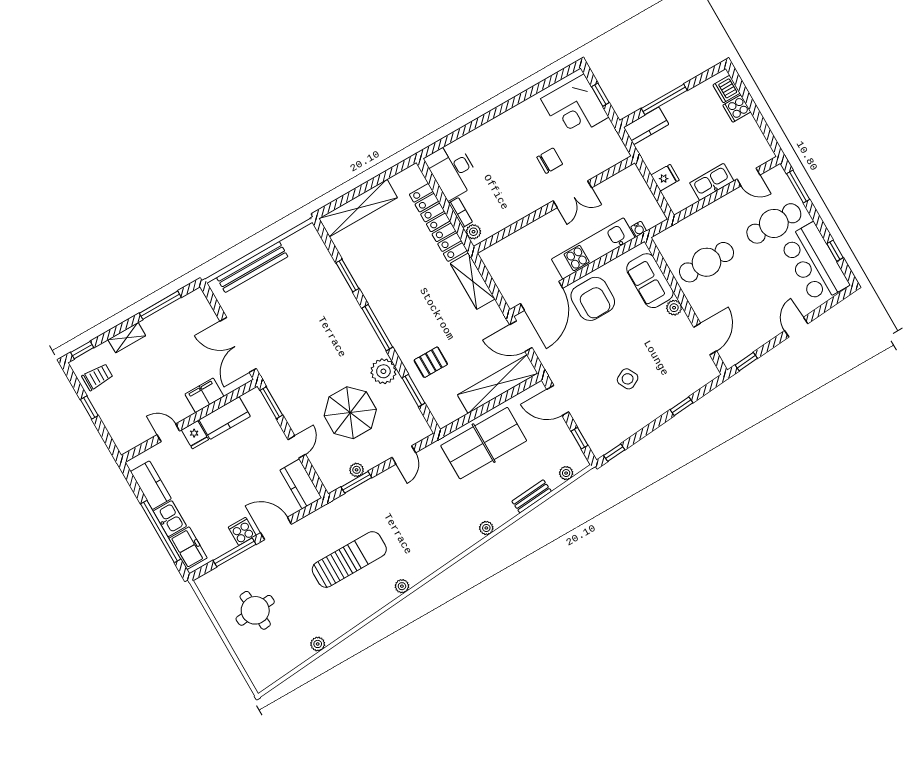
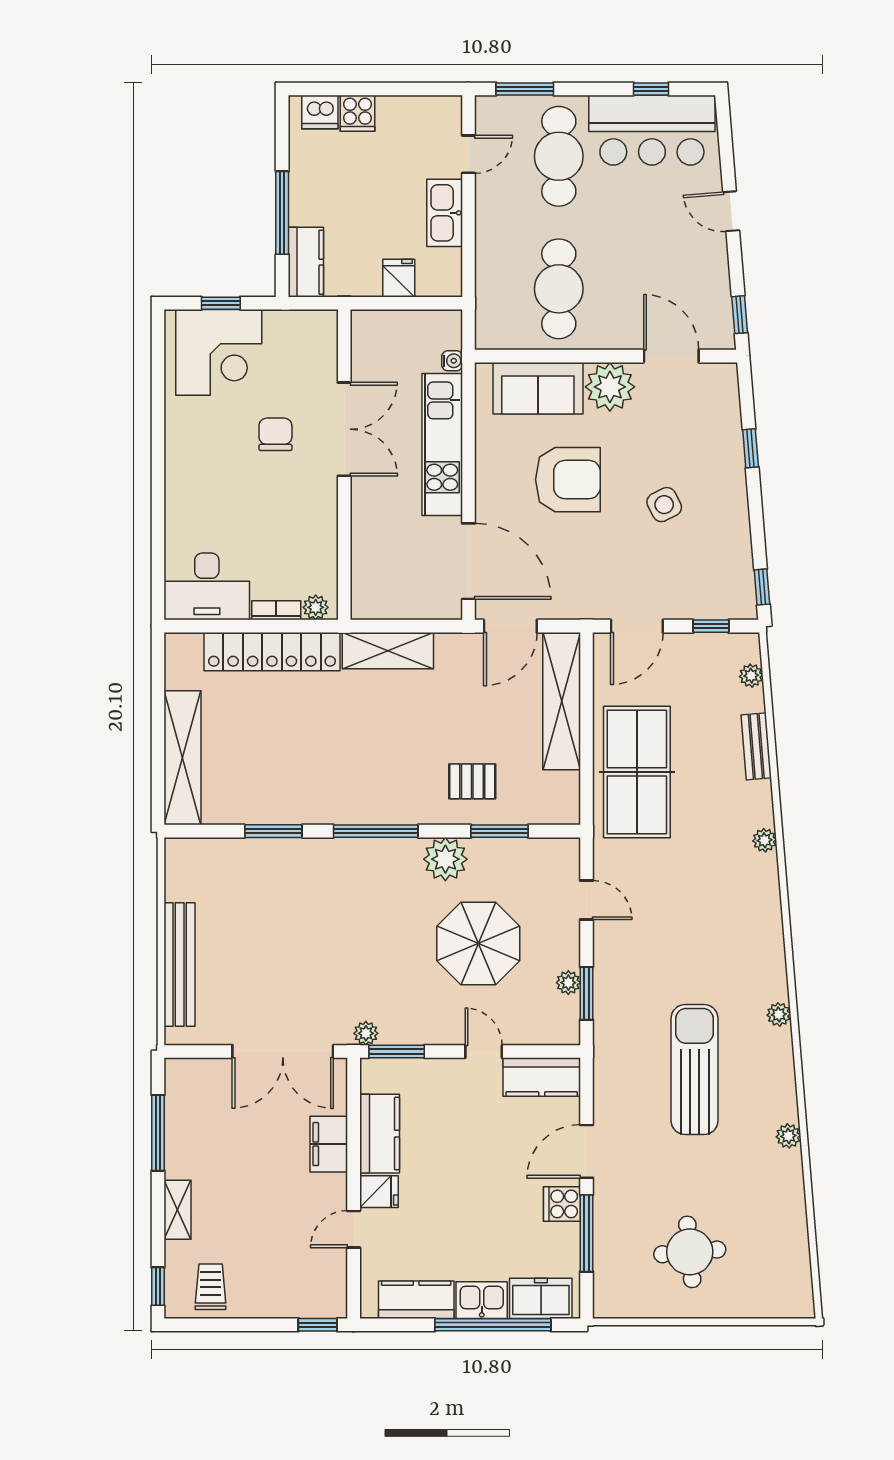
double door: (572, 194) -> (344, 429), width x1.37
armchair: (593, 299) -> (568, 480), moved
plant: (674, 308) -> (610, 387), width x1.87, depth x1.87
pallet: (431, 362) -> (472, 781), turned 90
plant: (272, 382) -> (366, 1033), added
window: (89, 407) -> (318, 1325), moved
plant: (318, 644) -> (788, 1136), moved

